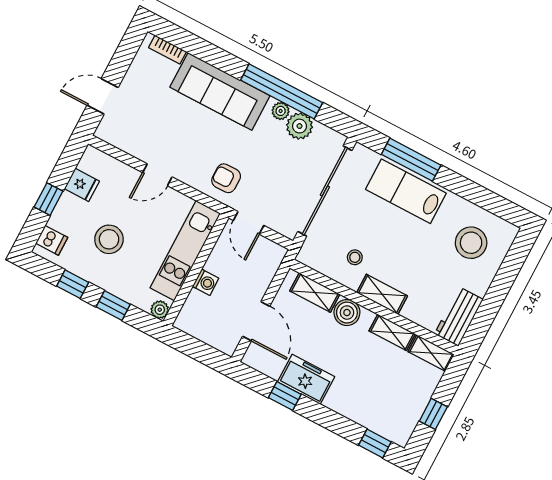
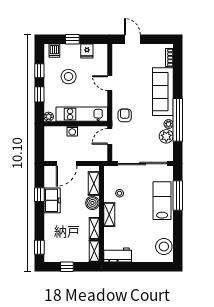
stool: (471, 243) -> (164, 247), moved

